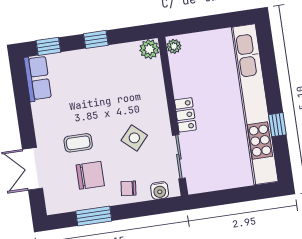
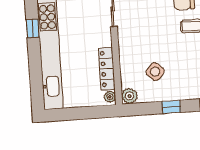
locker: (185, 115) -> (107, 69), moved, width x1.53
side table: (134, 138) -> (155, 72), moved

